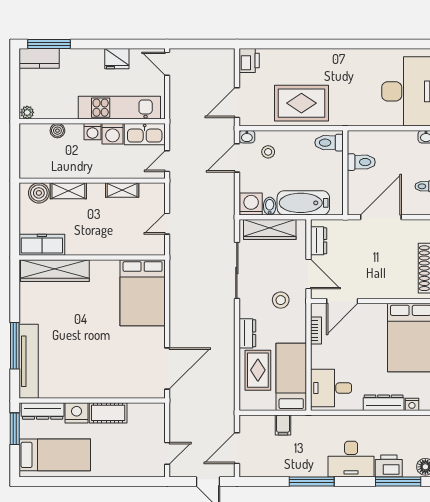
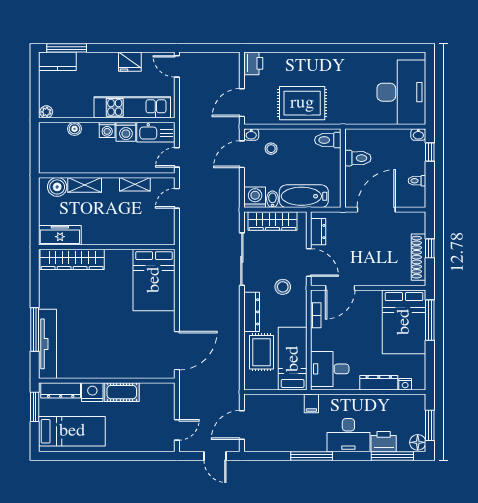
door: (167, 224) -> (177, 198), moved
dresser: (247, 333) -> (252, 312), width x1.44
filing cabinet: (283, 425) -> (311, 403), moved

